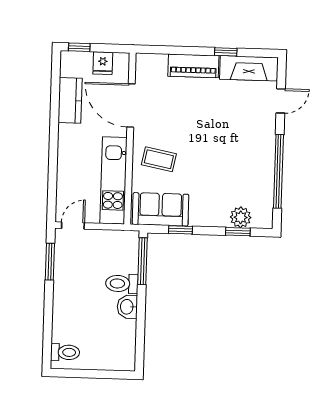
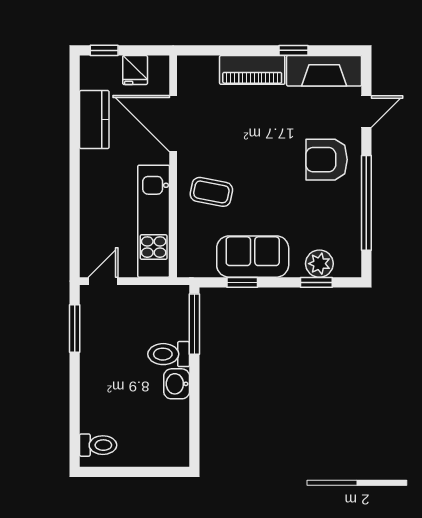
armchair: (249, 137) -> (327, 160), added
sofa: (161, 209) -> (253, 257), moved

